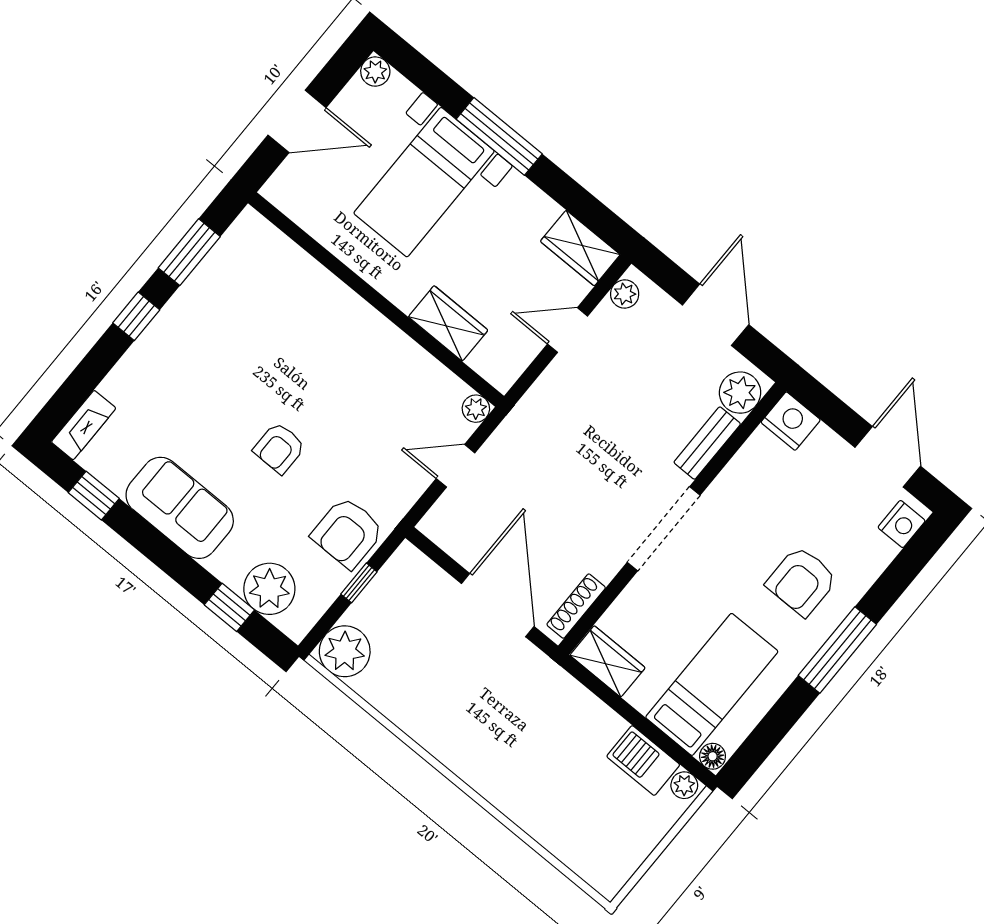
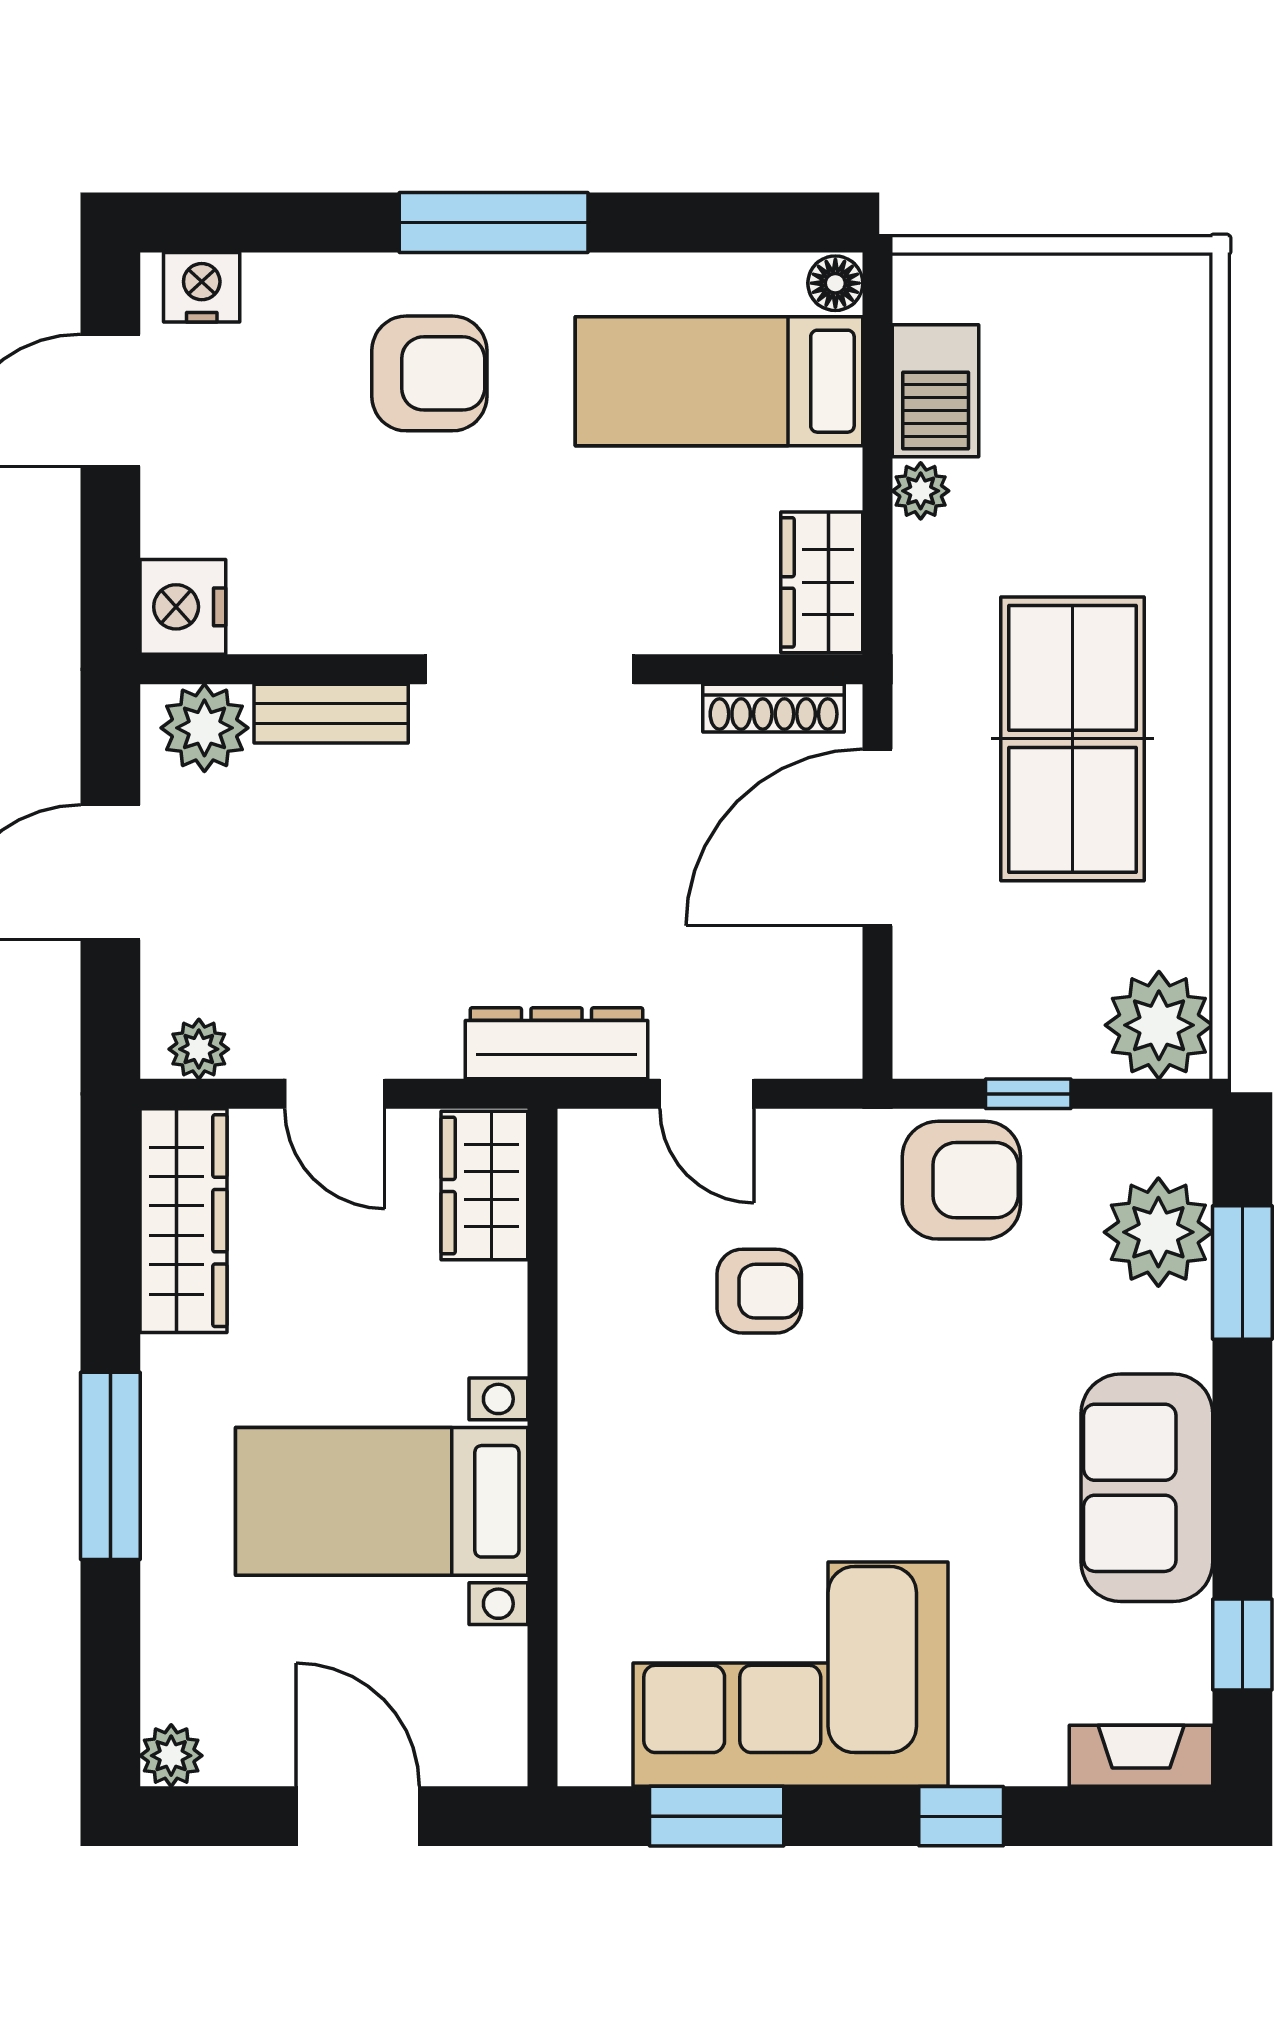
bed with nightstands: (424, 182) -> (382, 1501), moved, turned 180
wardrobe: (580, 248) -> (184, 1221), width x1.50
window: (136, 316) -> (961, 1816), moved
corner sofa: (219, 322) -> (790, 1674), added
wardrobe: (448, 323) -> (484, 1186), moved
plant: (476, 409) -> (586, 1138), removed
dresser: (519, 426) -> (557, 1043), added
armchair: (279, 448) -> (759, 1291), moved
window: (229, 607) -> (1242, 1272), width x1.50
table tennis table: (475, 706) -> (1073, 739), added
plant: (684, 785) -> (921, 491), moved

